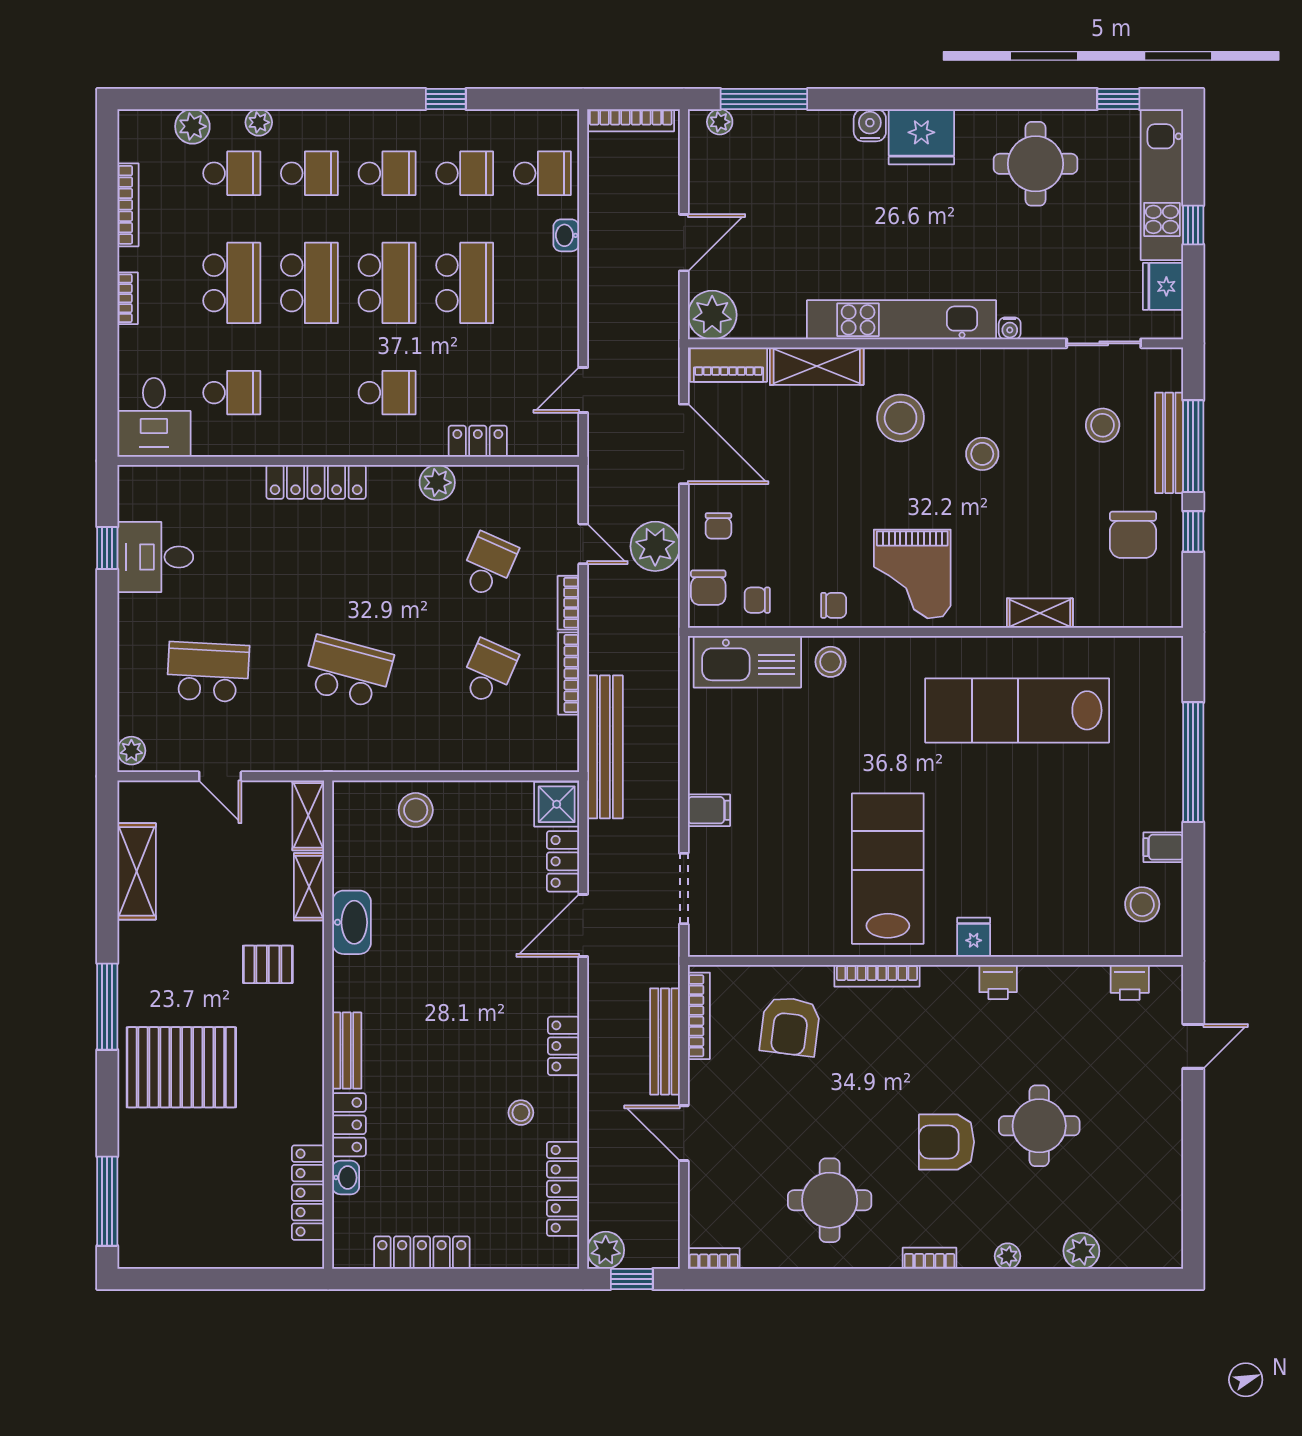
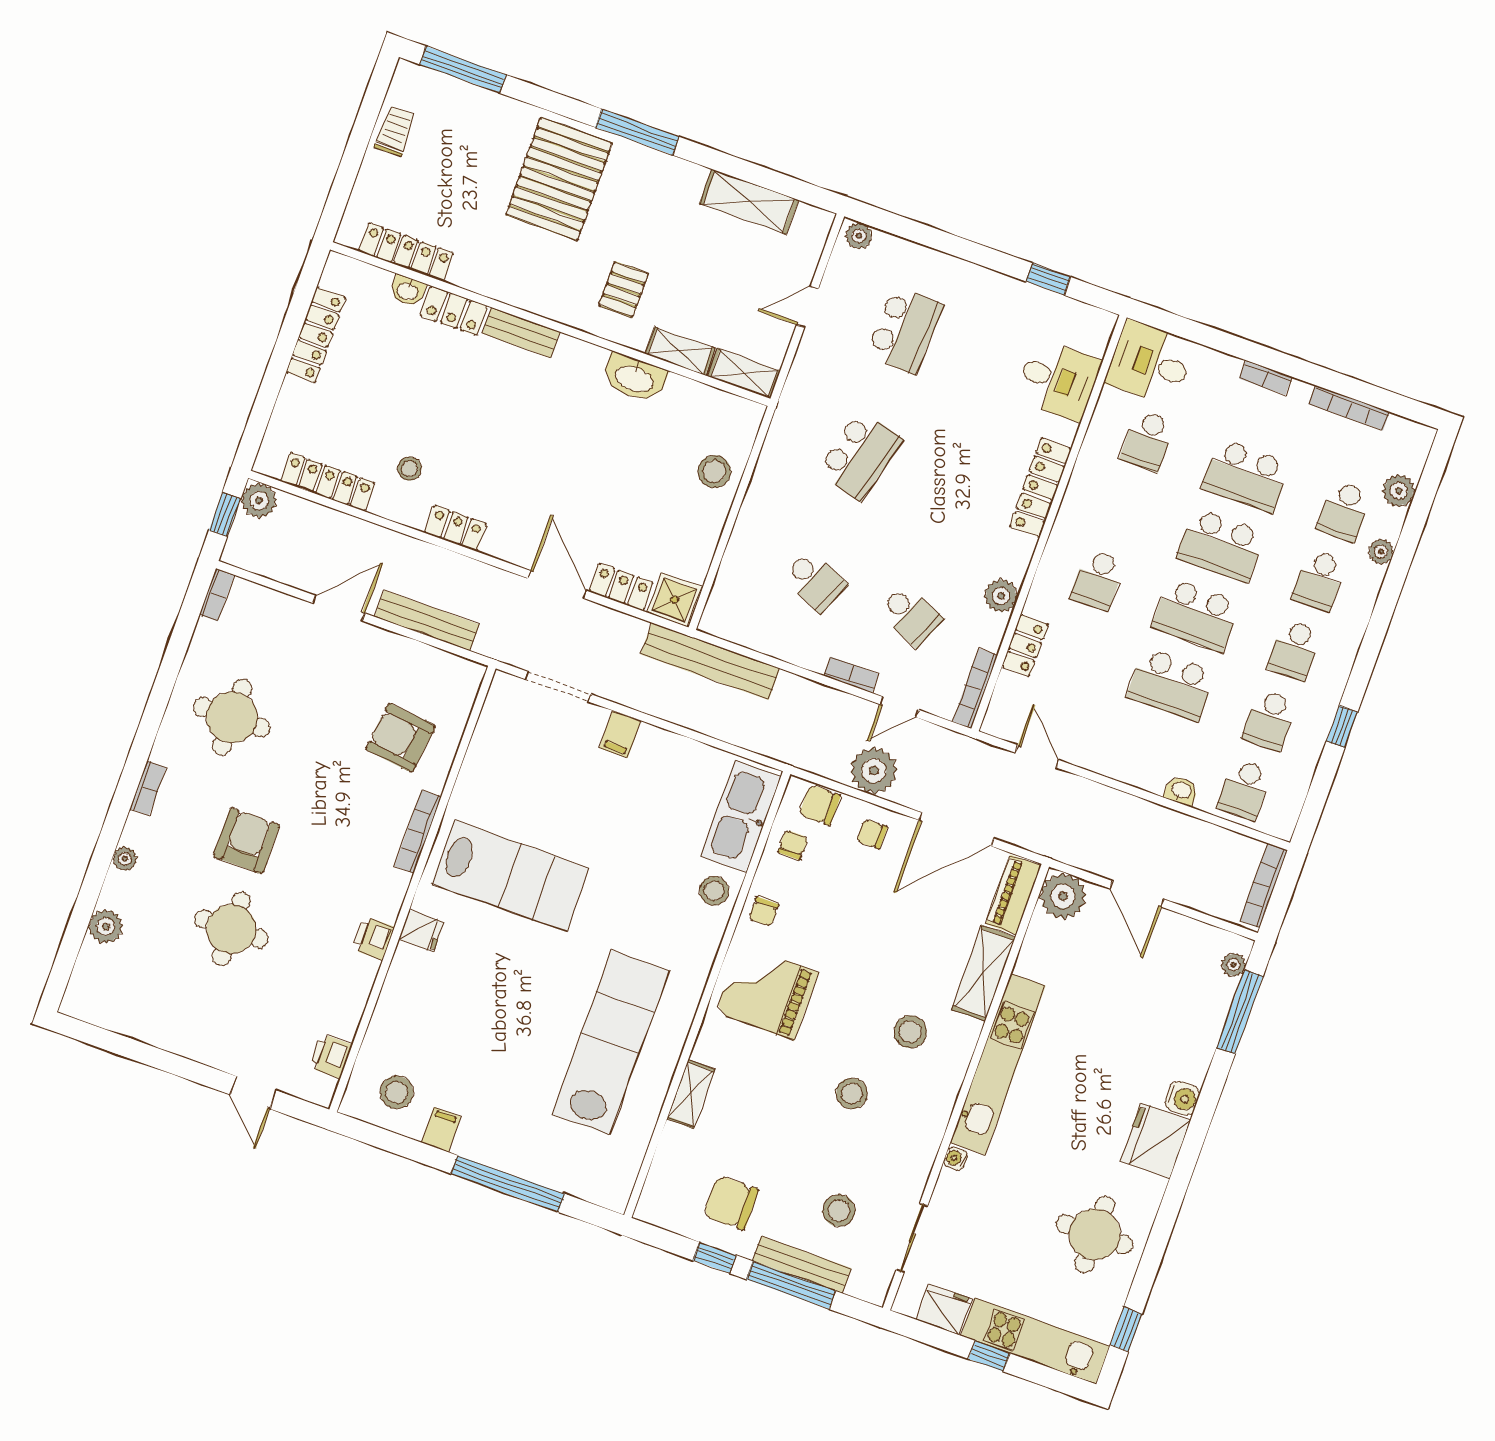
stool: (901, 418) -> (910, 1032), width x0.73, depth x0.73
desk: (155, 557) -> (1058, 380), moved, turned 90
bookcase: (569, 673) -> (975, 688), moved, turned -90
bookcase: (699, 1016) -> (439, 659), removed
trolley: (192, 1246) -> (395, 131), added

